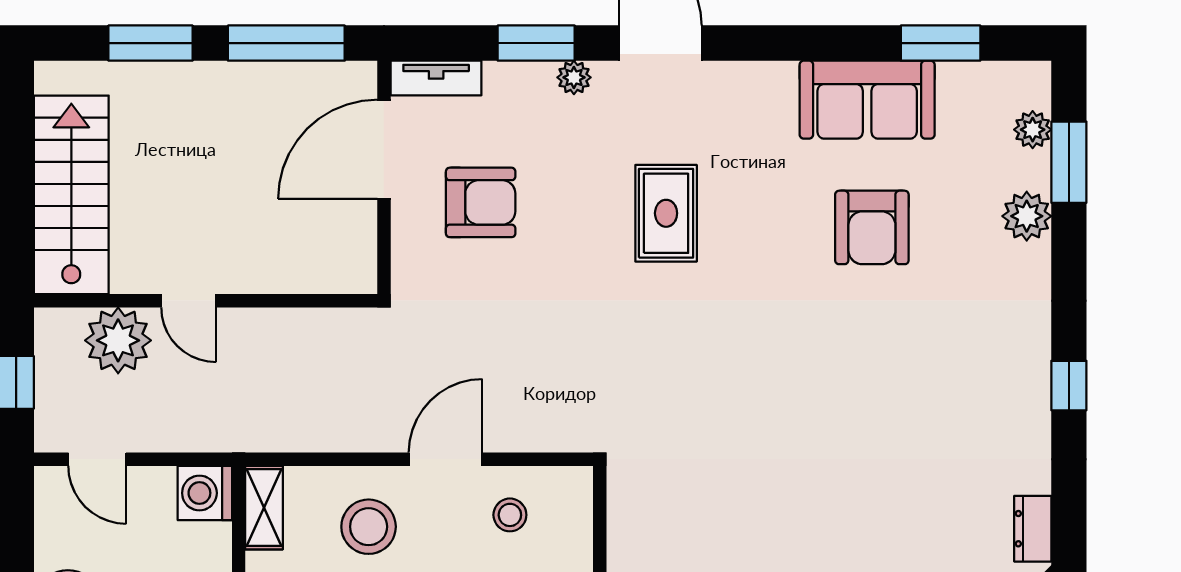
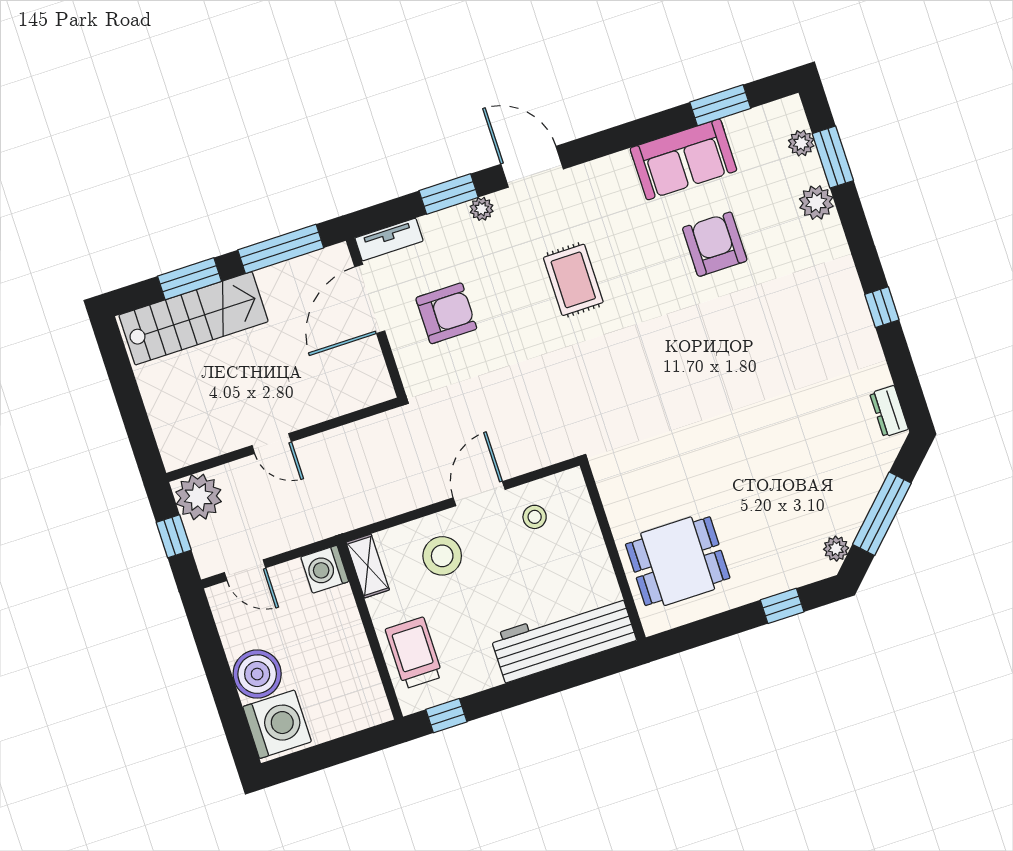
stairs: (71, 195) -> (194, 318), moved, turned 90
armchair: (872, 227) -> (715, 244), turned 180
plant: (118, 340) -> (199, 497), moved

